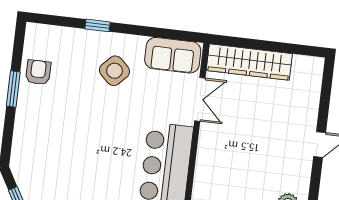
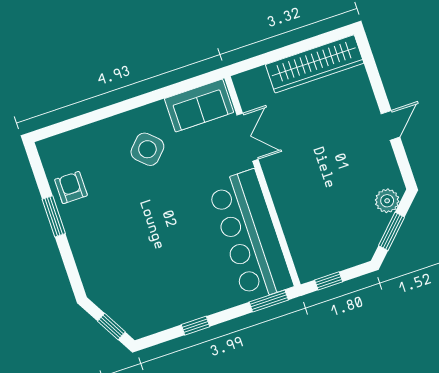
window: (98, 25) -> (108, 111), removed
wardrobe: (249, 62) -> (315, 64), moved

